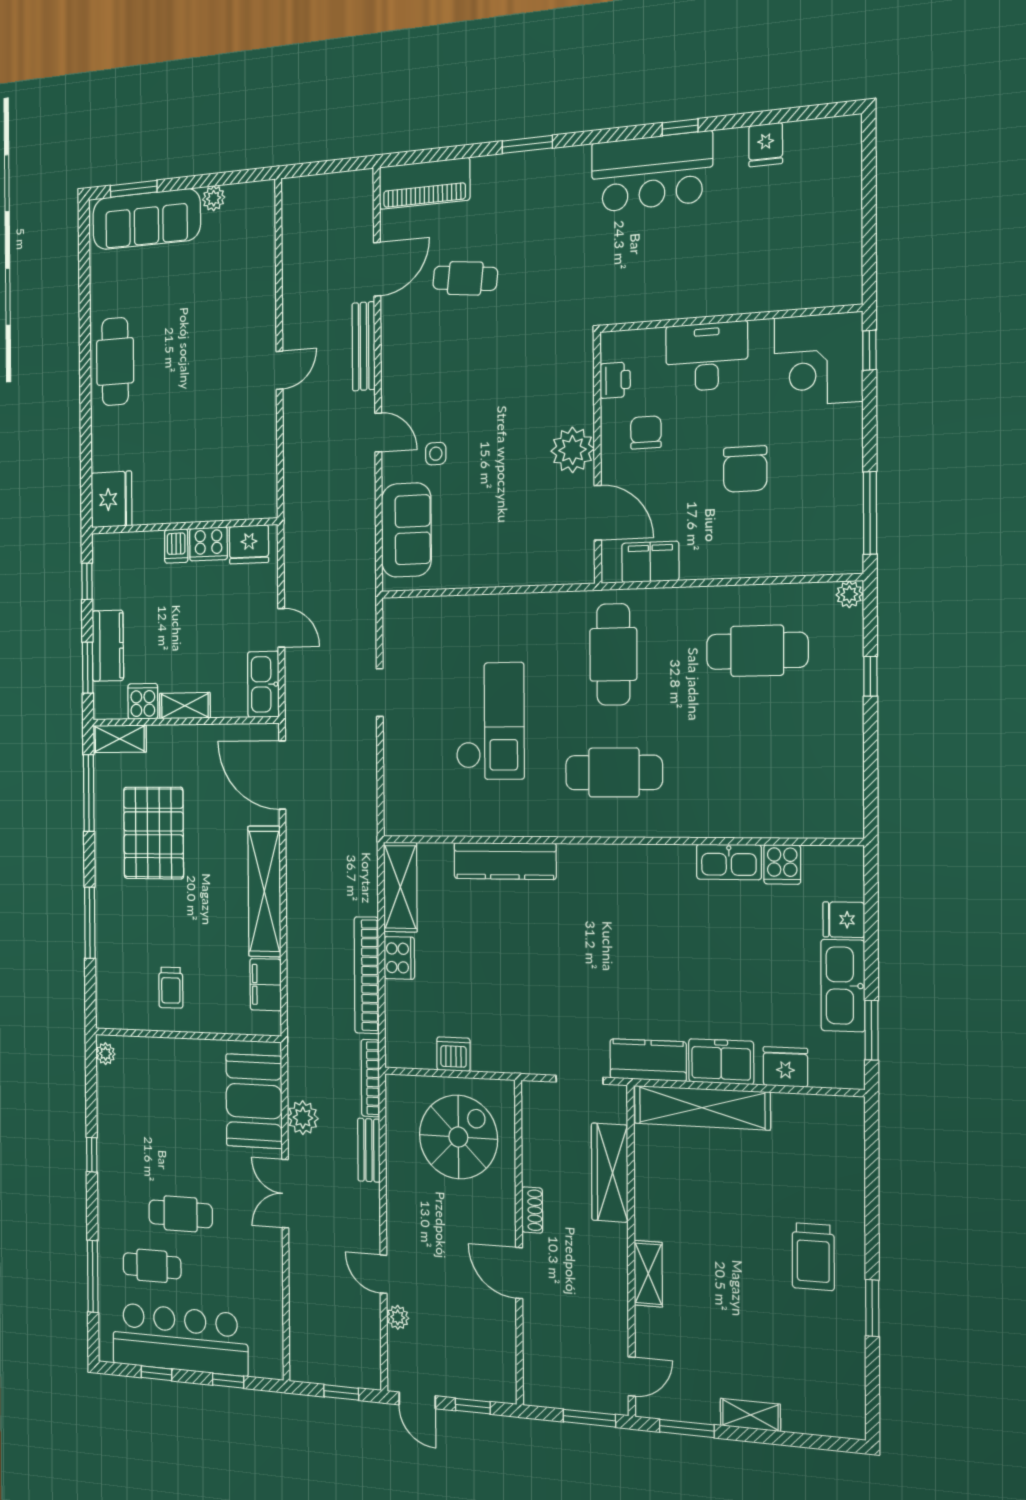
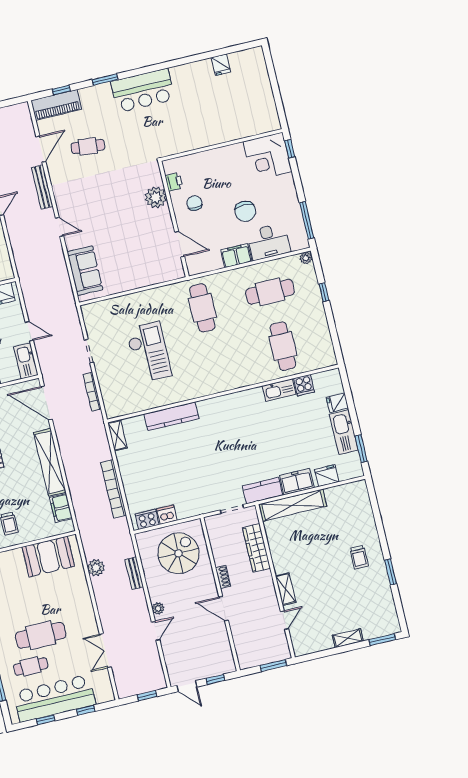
window: (680, 127) -> (61, 90), moved
bar counter: (652, 172) -> (143, 90), moved
desk: (707, 357) -> (269, 242), moved, turned 180
plant: (573, 450) -> (156, 197), moved
side table: (436, 454) -> (92, 232), removed
filing cabinet: (650, 562) -> (236, 256), moved
cafe table: (614, 772) -> (283, 346), moved, turned 90
shelving: (400, 887) -> (117, 435), width x0.67, depth x0.75
cooker: (399, 958) -> (147, 519), moved, turned -90
bookcase: (370, 1078) -> (92, 392), moved
booth: (254, 1101) -> (48, 557), moved, turned 90
double door: (285, 1194) -> (105, 651), moved
cafe table: (181, 1214) -> (41, 635), width x1.37, depth x1.35
trolley: (813, 1257) -> (359, 557), width x0.73, depth x0.72
door: (383, 1274) -> (156, 631), swing flipped
plant: (398, 1317) -> (158, 608), moved
door: (632, 1377) -> (284, 620), moved
window: (687, 1428) -> (382, 640), moved

